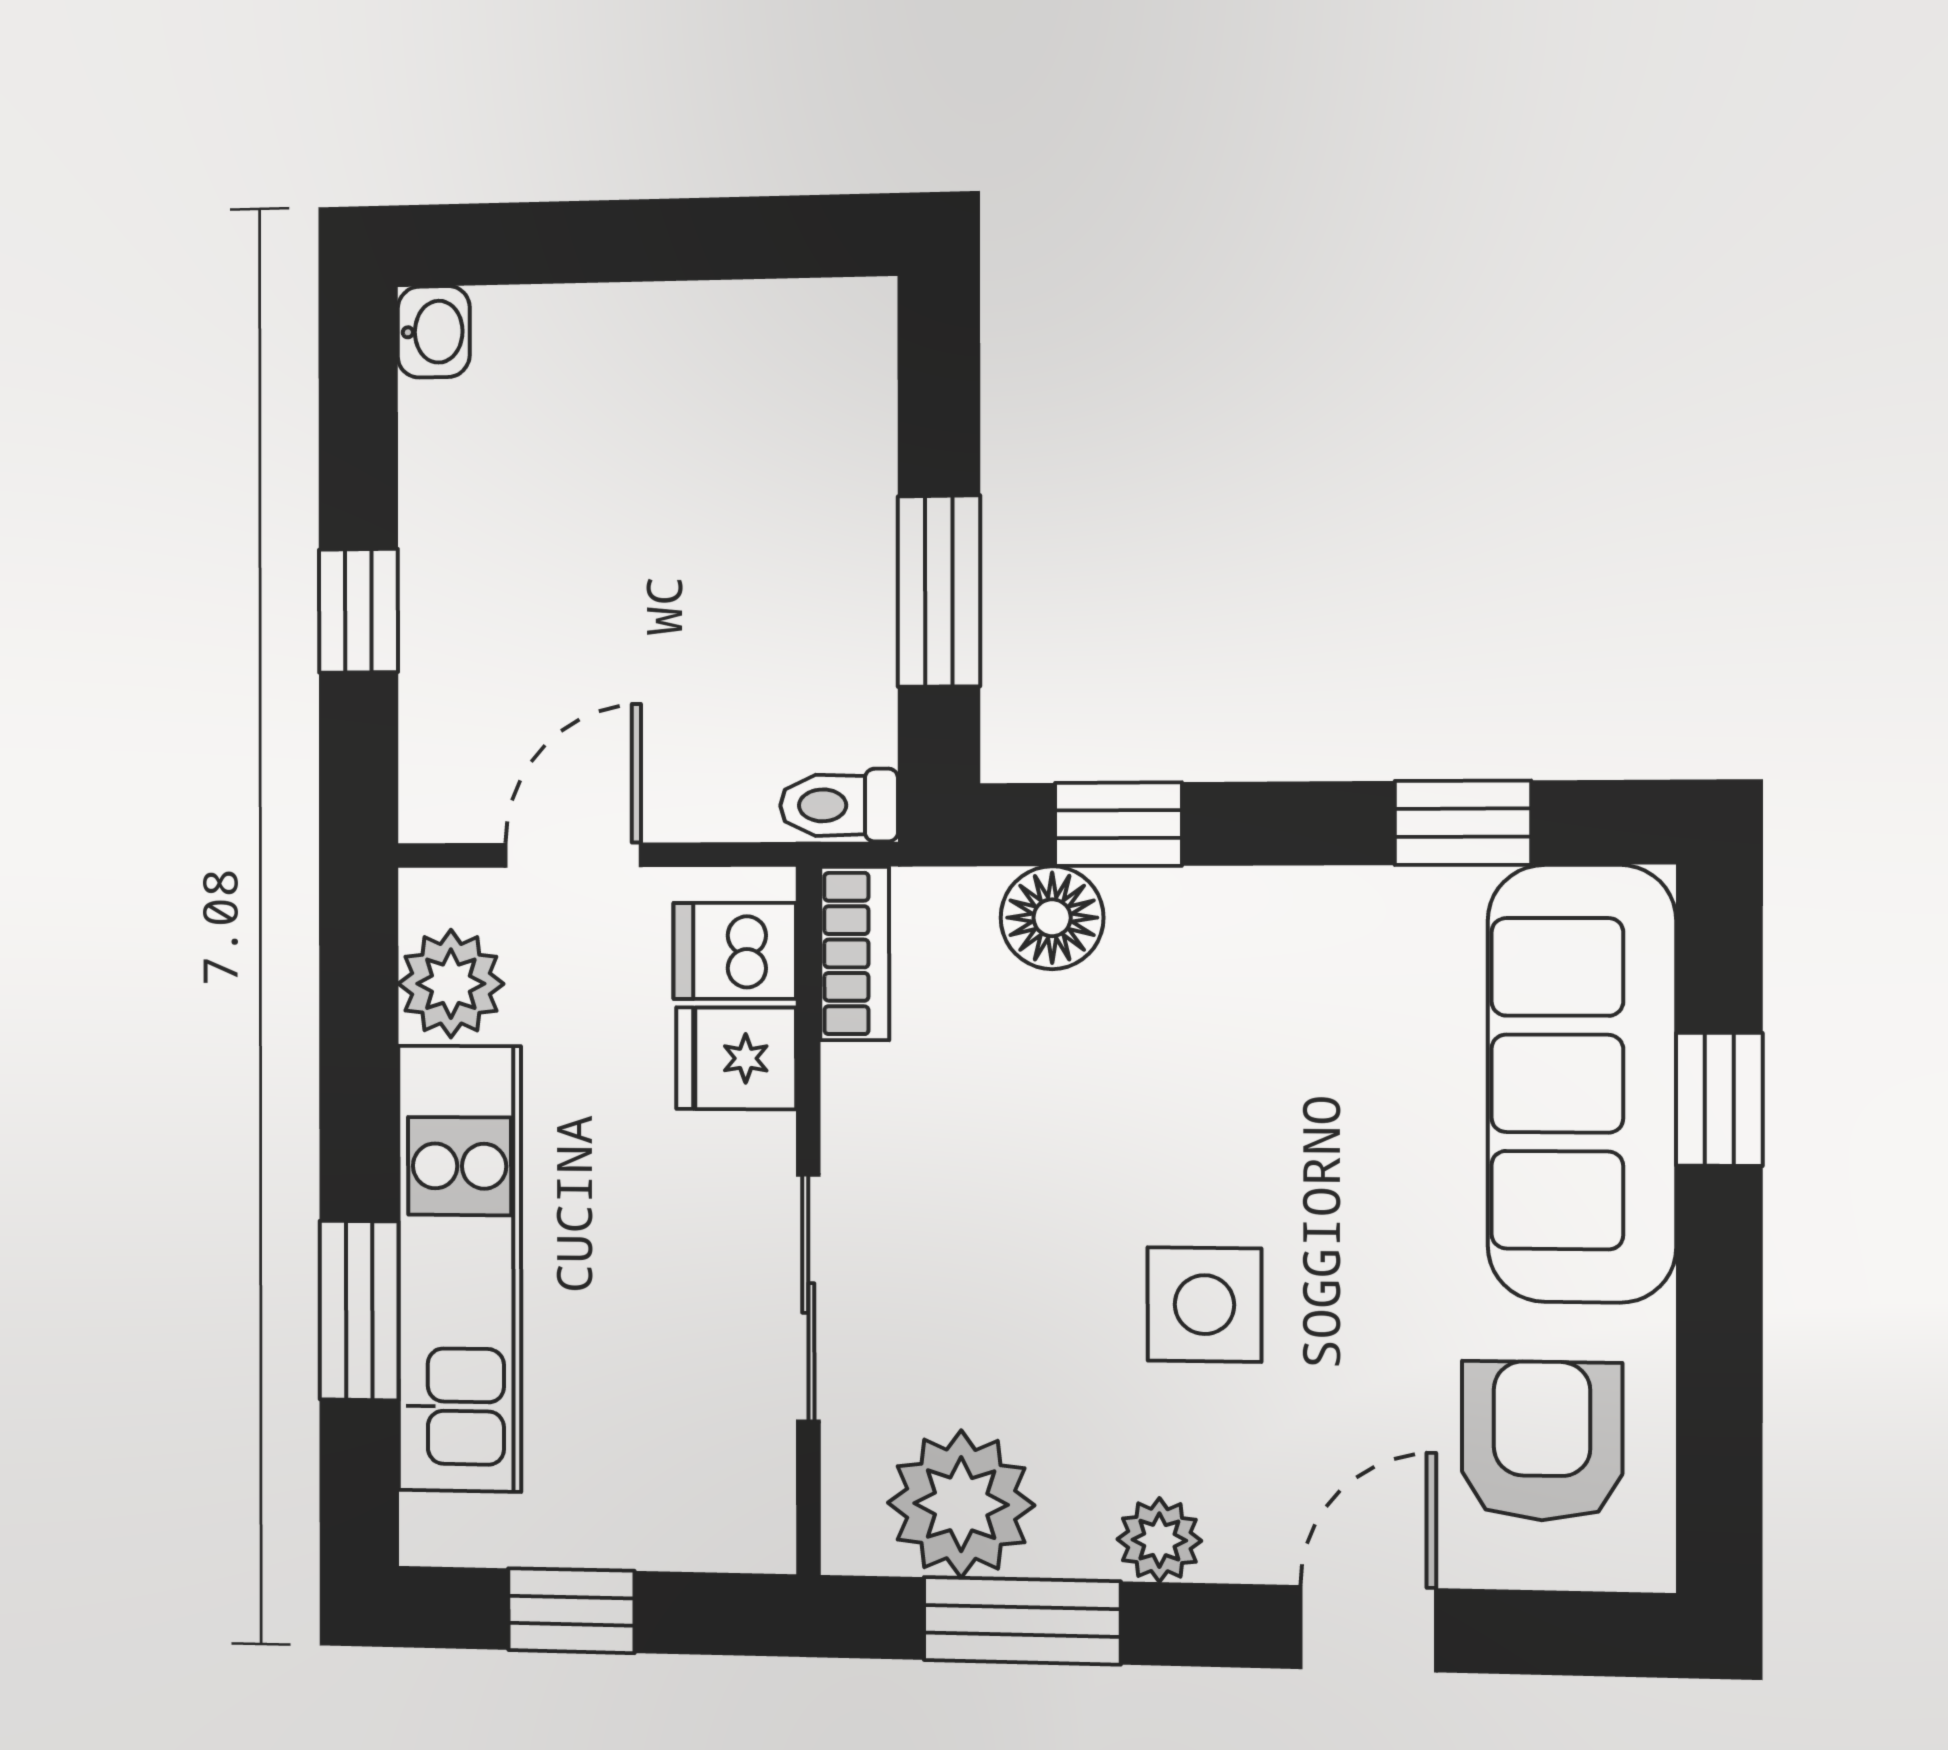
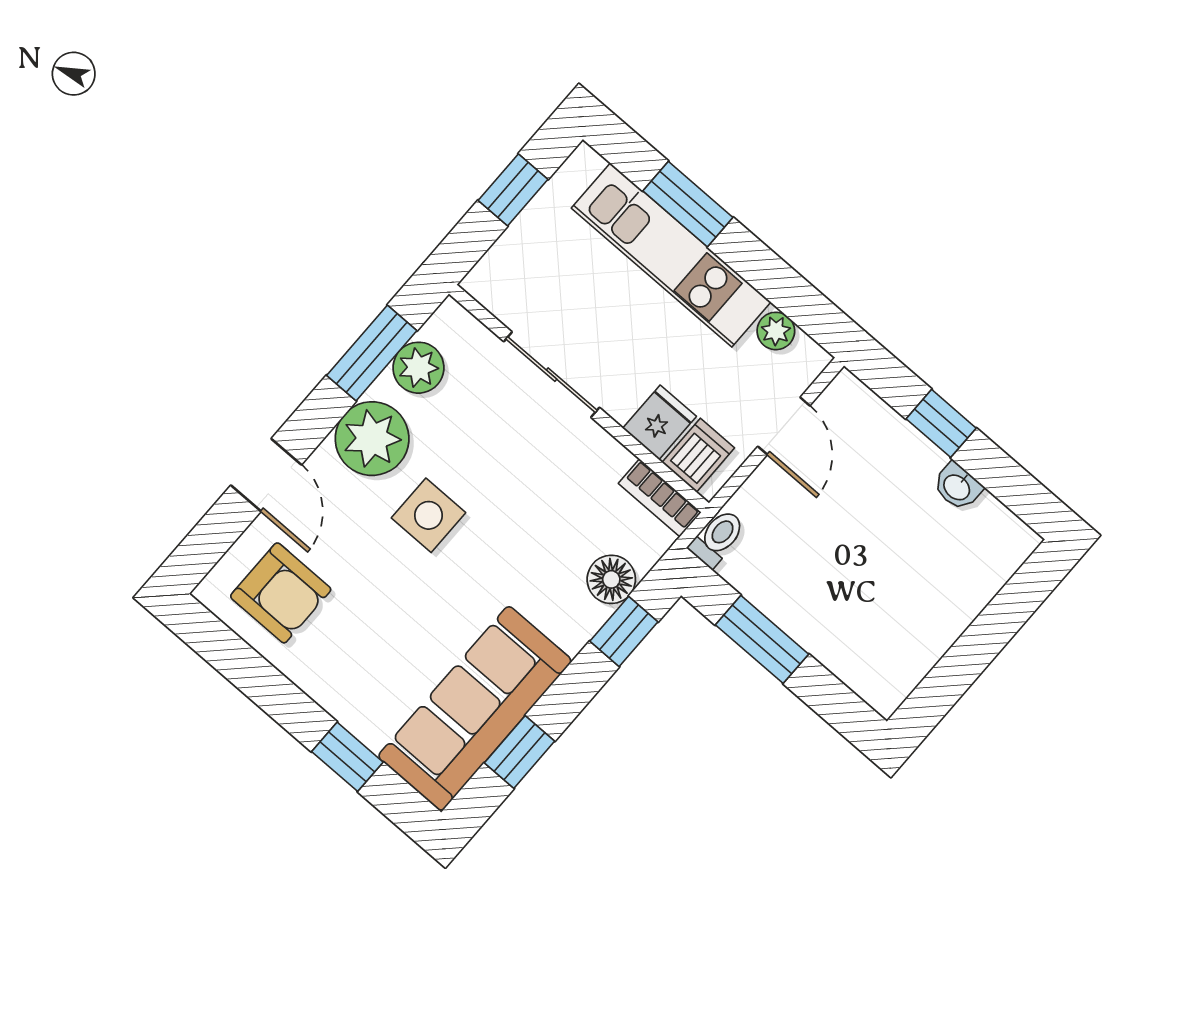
washbasin: (434, 332) -> (957, 487), moved
plant: (451, 984) -> (776, 331), width x0.73, depth x0.73
sofa: (1582, 1084) -> (475, 708), moved, turned -90
plant: (961, 1504) -> (418, 368), width x0.73, depth x0.73
plant: (1159, 1540) -> (372, 439), width x1.88, depth x1.88

